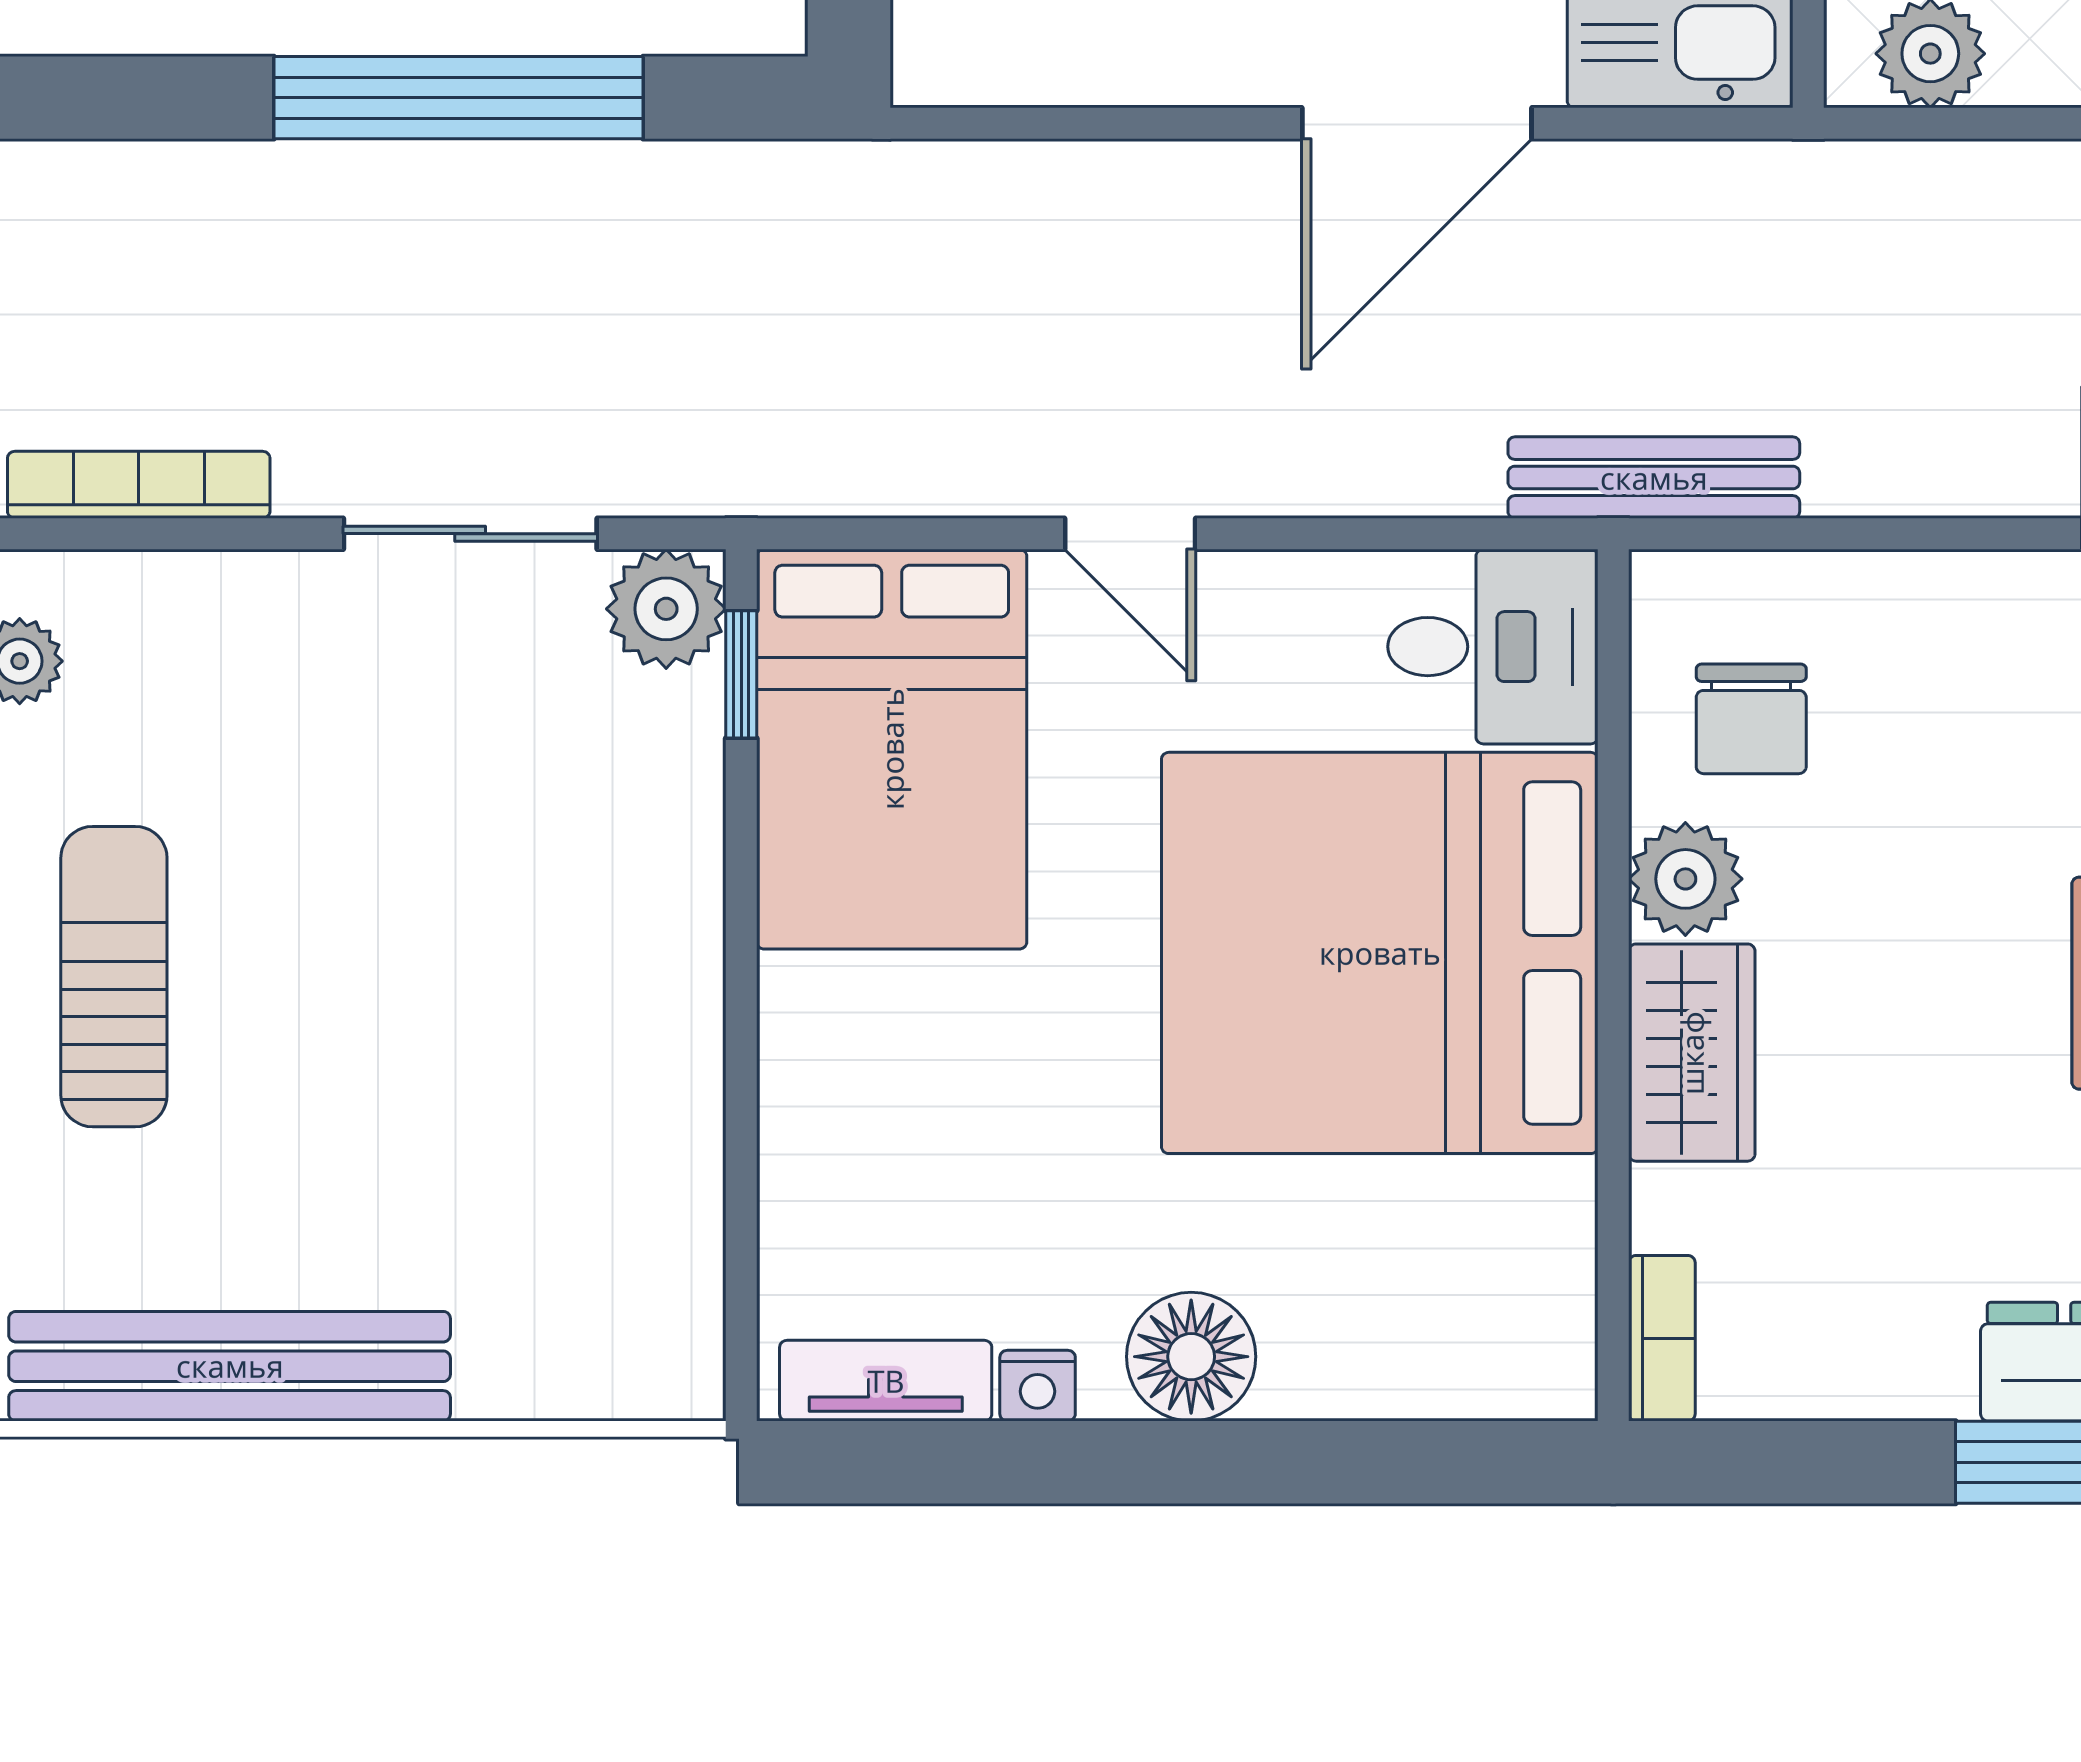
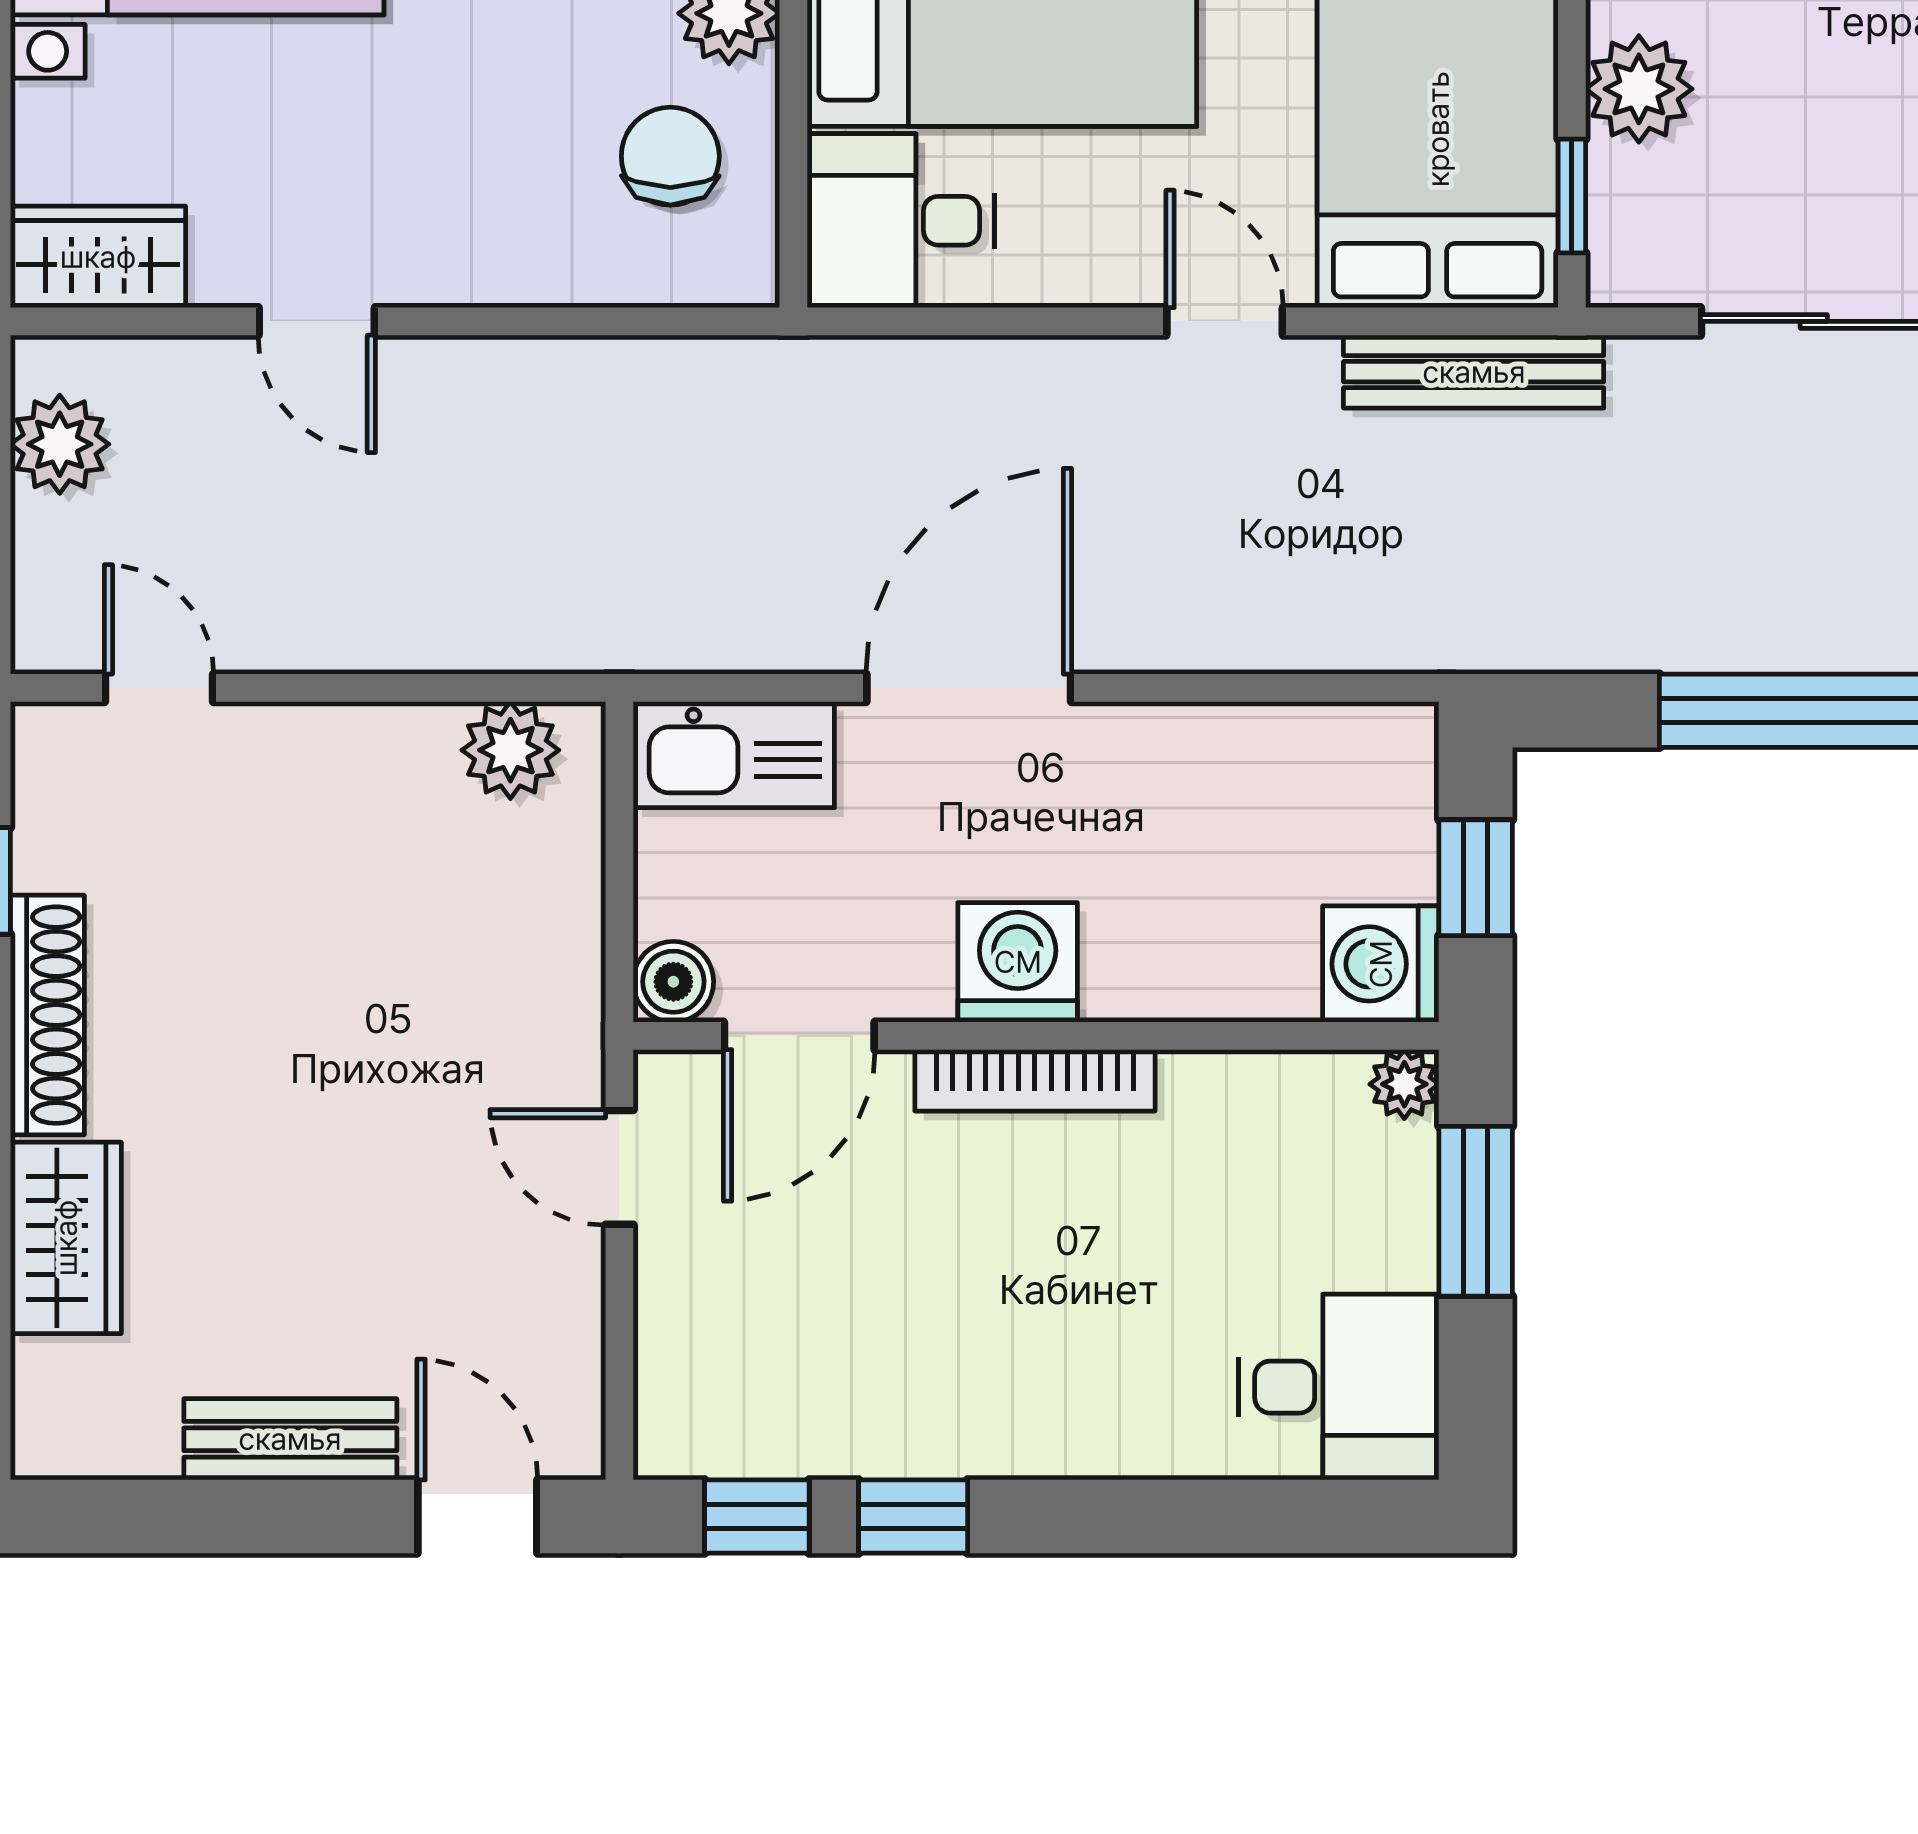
bench: (1654, 478) -> (1474, 372), moved
plant: (666, 609) -> (1639, 89), moved

